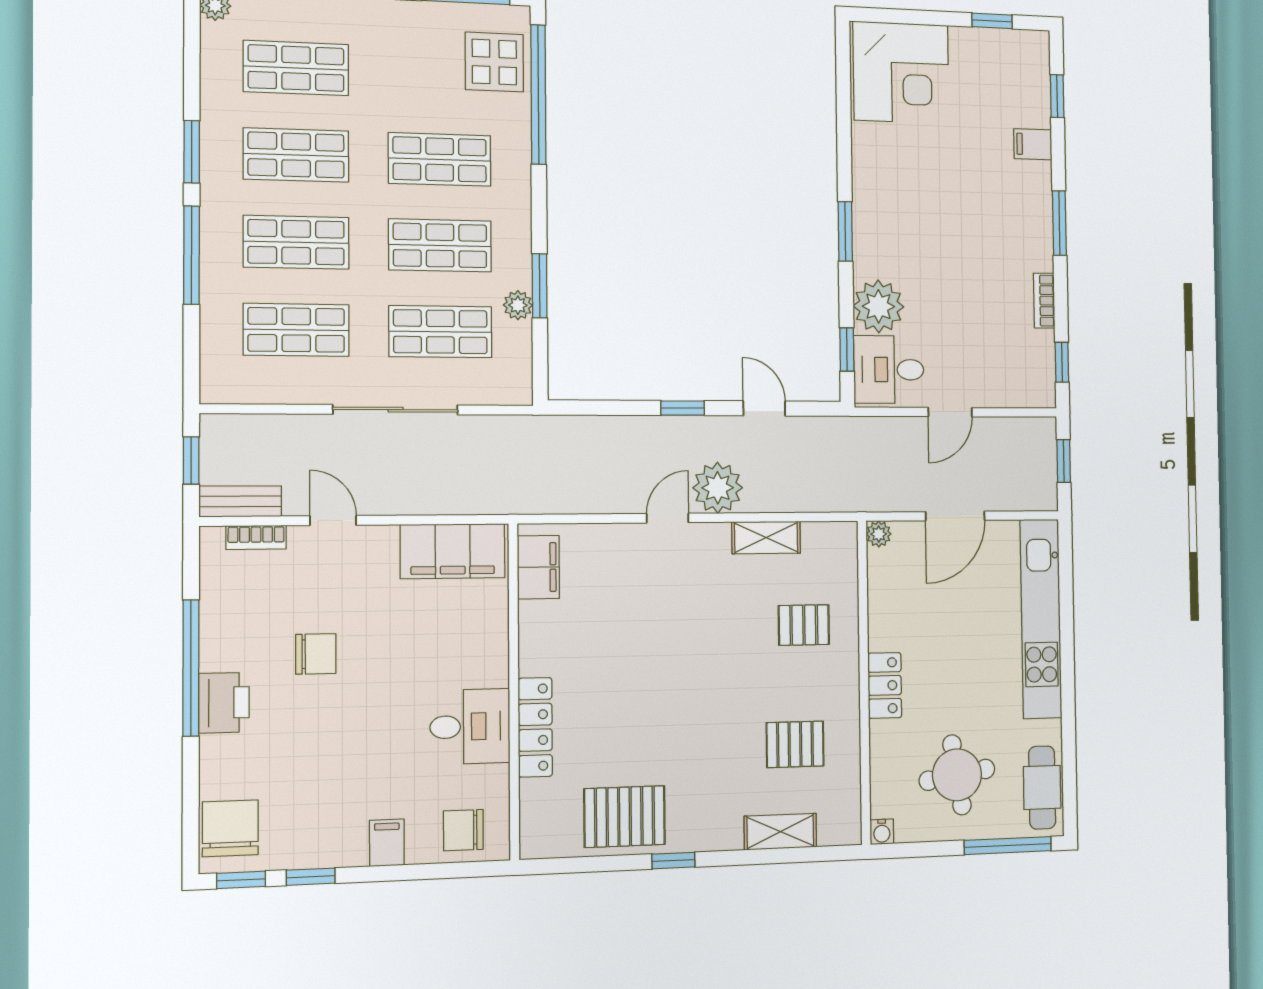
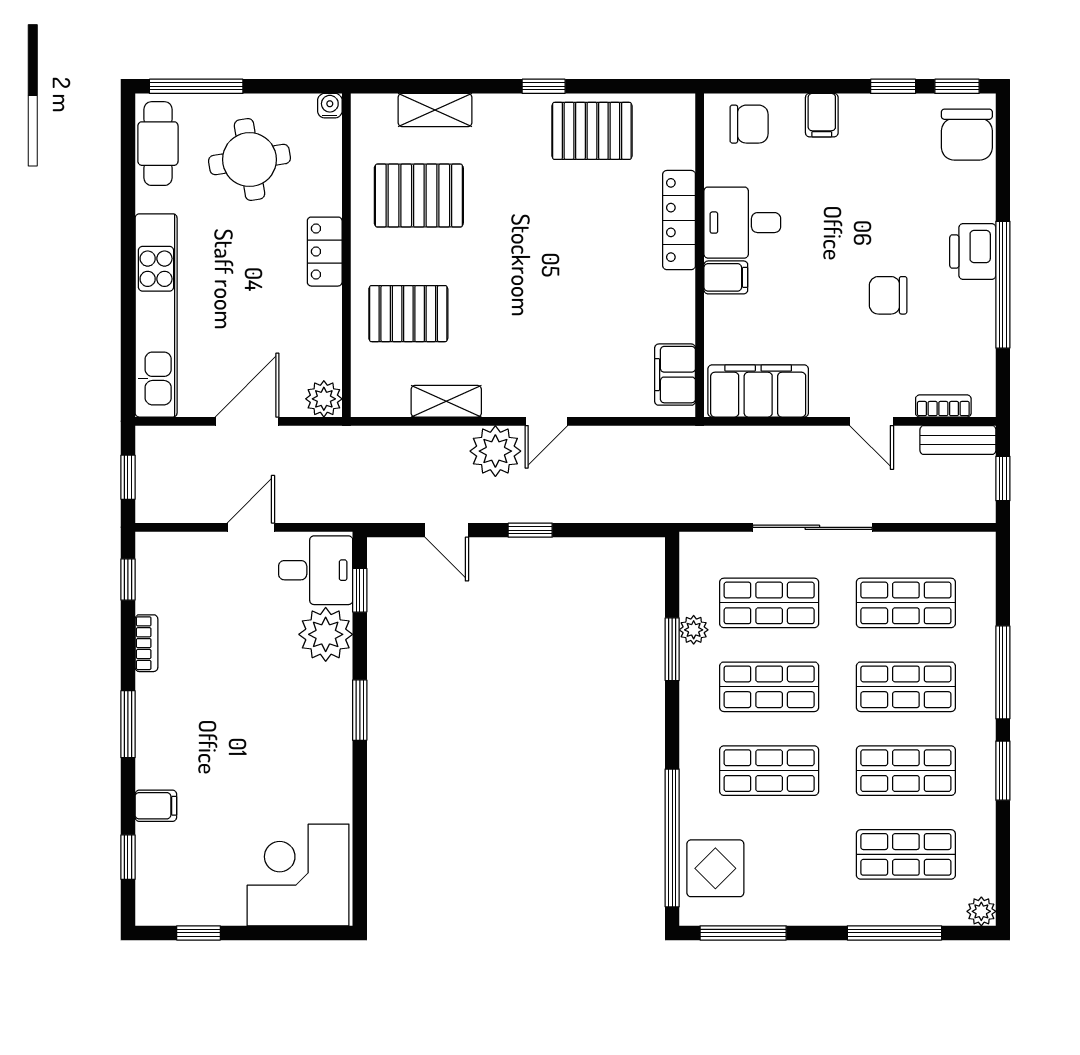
plant: (879, 534) -> (324, 399), width x1.38, depth x1.38
pallet: (804, 625) -> (408, 314), width x1.50, depth x1.42
filing cabinet: (487, 669) -> (726, 277), added
pallet: (795, 744) -> (419, 196), width x1.50, depth x1.42

